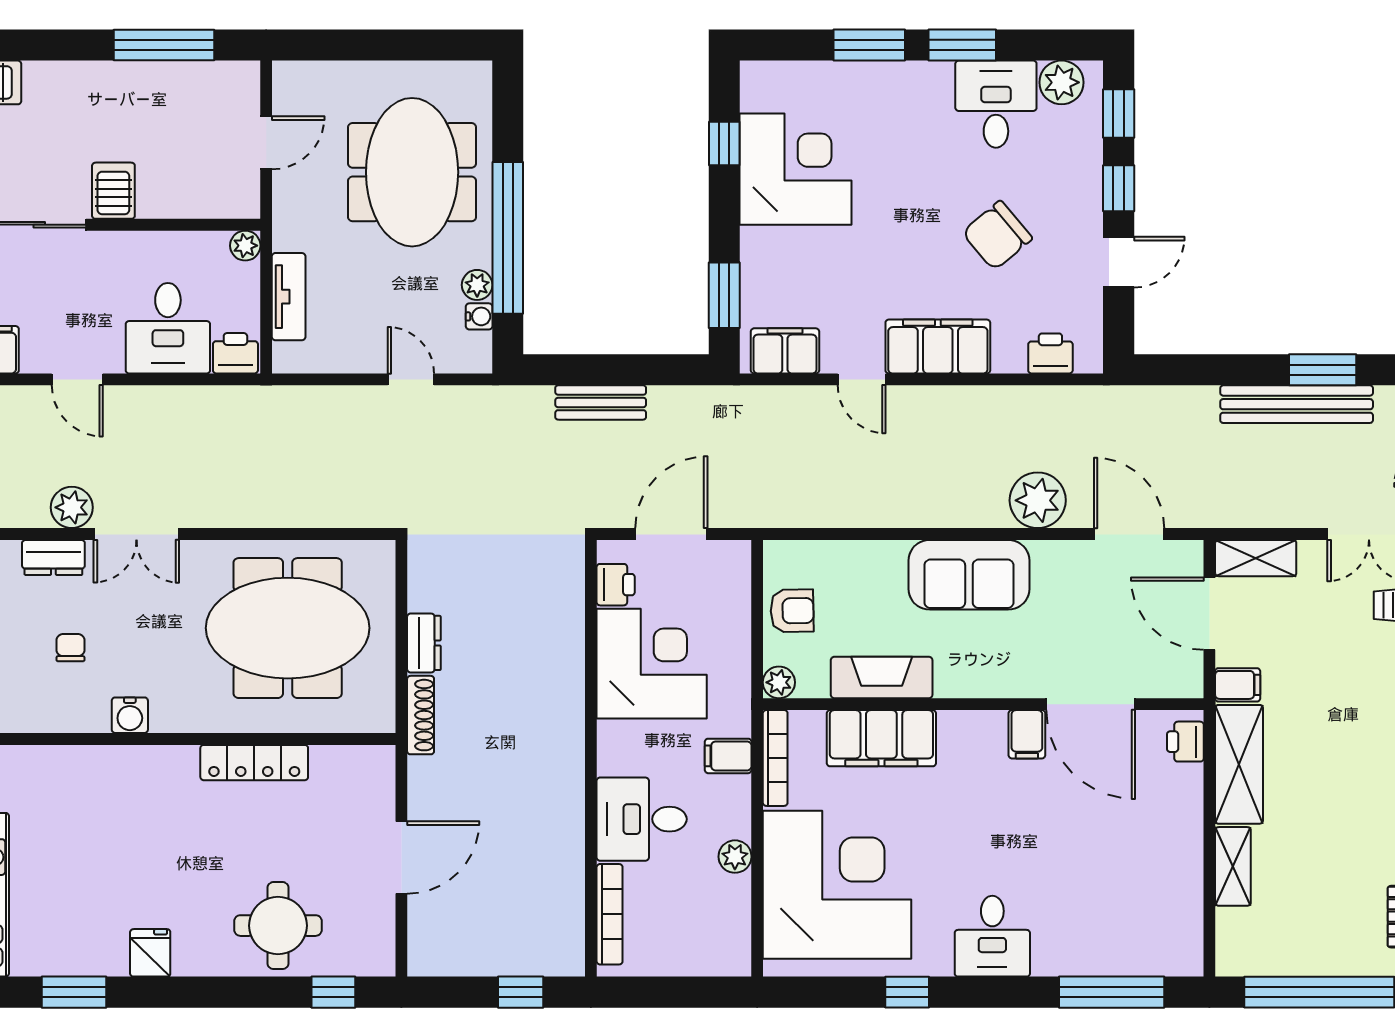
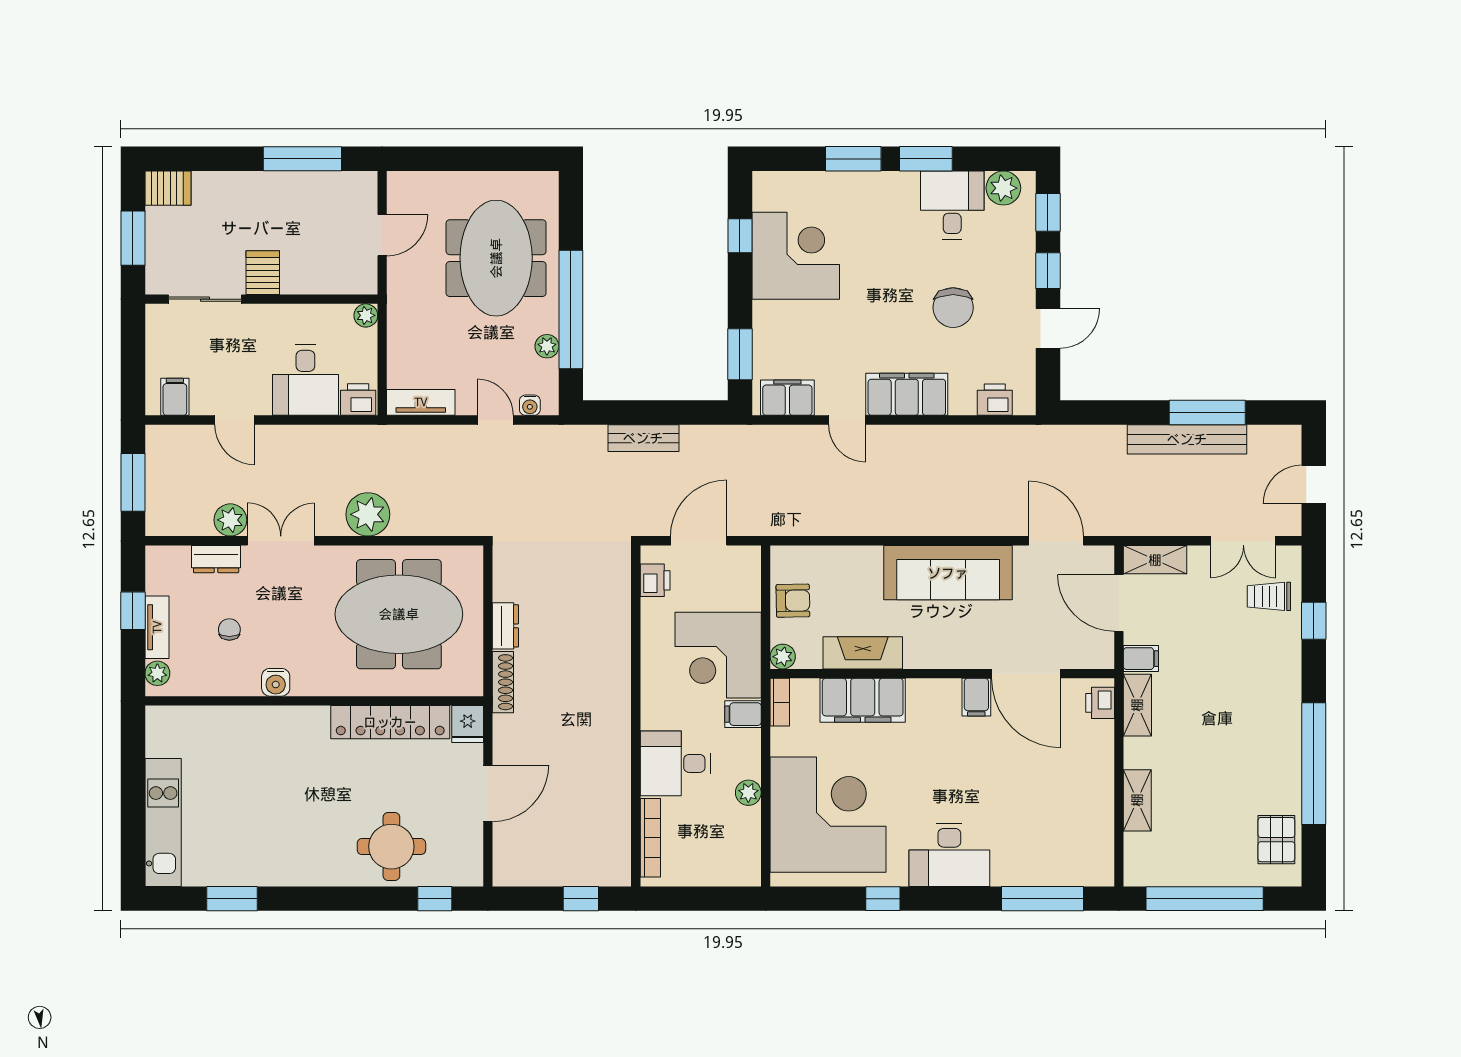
chair: (997, 235) -> (953, 308), turned -50
tv unit: (289, 297) -> (421, 402), moved, turned -90
water cooler: (479, 316) -> (530, 405), moved, turned 90
window: (1323, 370) -> (1207, 412), width x1.44
plant: (1038, 500) -> (368, 514), moved
double door: (136, 534) -> (281, 541), swing flipped
sofa: (969, 575) -> (948, 573), width x1.36
corner desk: (652, 664) -> (718, 655), moved, turned 180
bookcase: (775, 758) -> (780, 702), width x0.64
locker: (254, 763) -> (390, 722), width x1.41, depth x1.21
shelving: (1239, 764) -> (1137, 705), width x0.67, depth x0.75
desk: (992, 936) -> (949, 855), width x1.37
fridge: (150, 953) -> (468, 724), moved, turned 180

